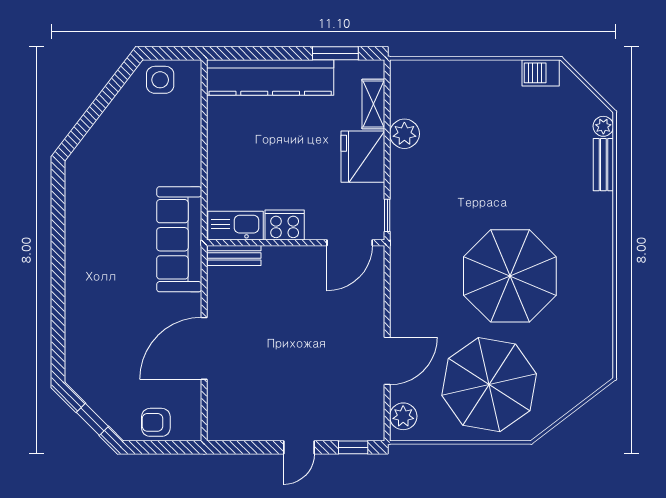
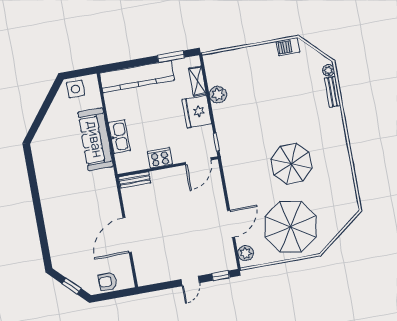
kitchen sink: (235, 226) -> (119, 137), moved, turned 90
sofa: (179, 239) -> (95, 139), moved
parasol: (510, 276) -> (291, 164), width x0.73, depth x0.73

